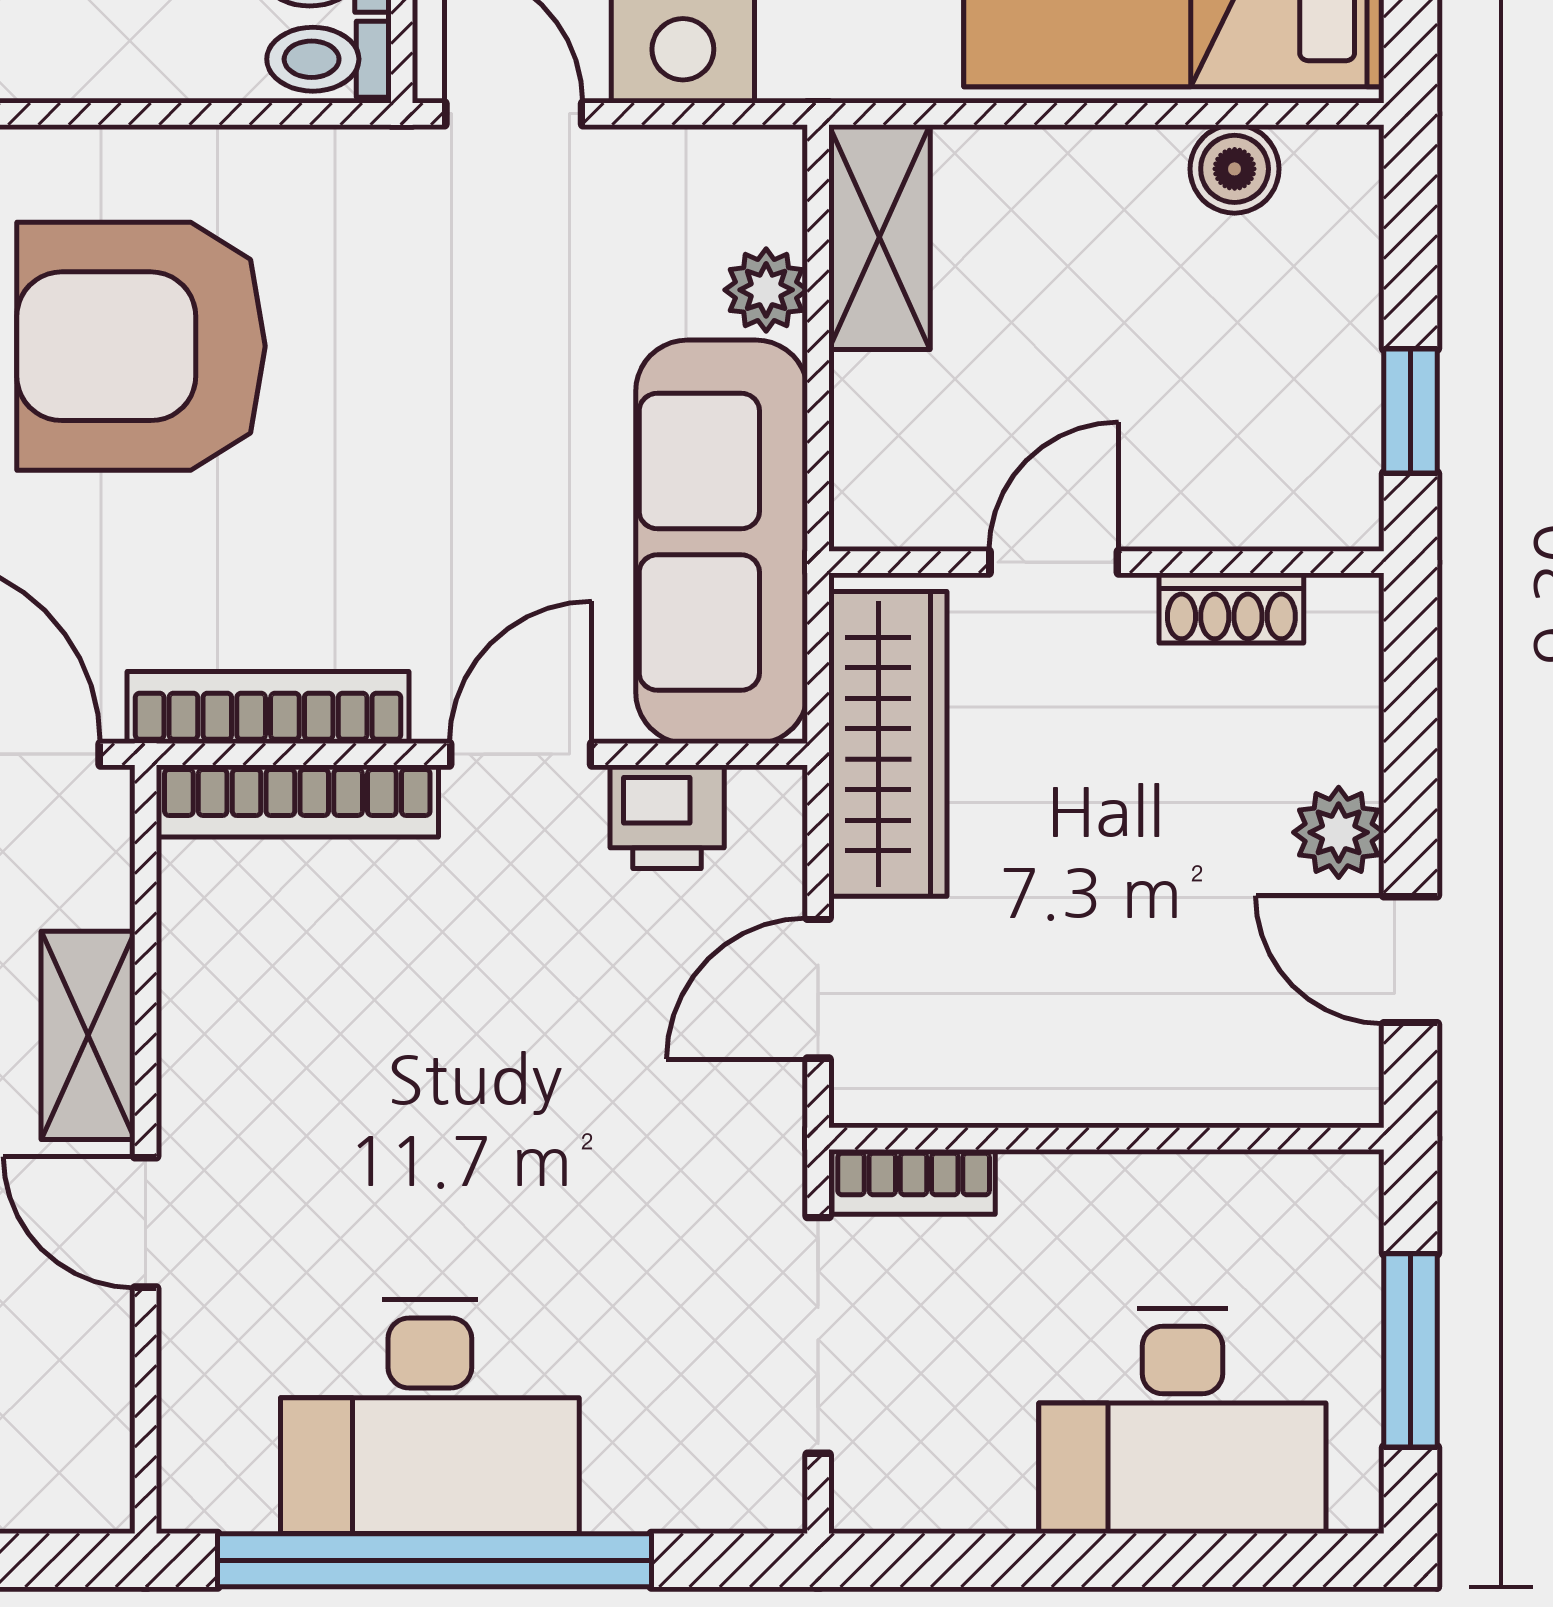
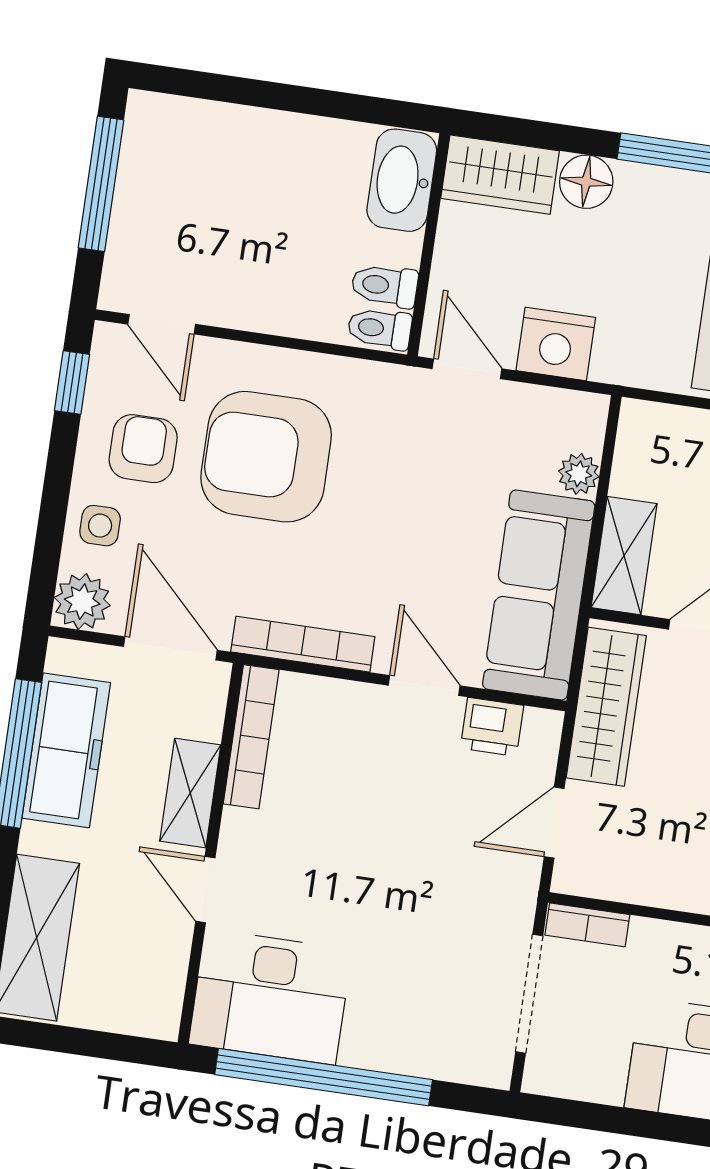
shelving: (879, 237) -> (624, 556), moved
door: (521, 754) -> (424, 685), hinge flipped
bookcase: (297, 801) -> (251, 737), moved, turned -90
desk: (430, 1416) -> (270, 997), moved

